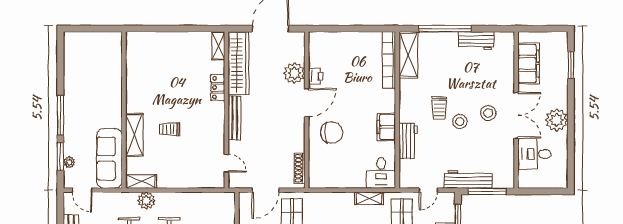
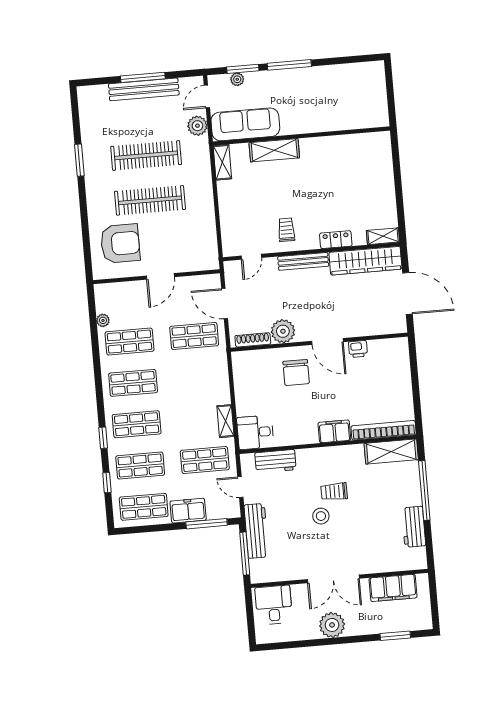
plant: (294, 73) -> (283, 331), moved
stool: (488, 113) -> (333, 547), removed
filing cabinet: (386, 127) -> (334, 431), moved
trolley: (170, 129) -> (286, 230), moved
workbench: (408, 141) -> (275, 461), moved
desk: (534, 154) -> (274, 605), moved
plant: (146, 201) -> (197, 126), moved

